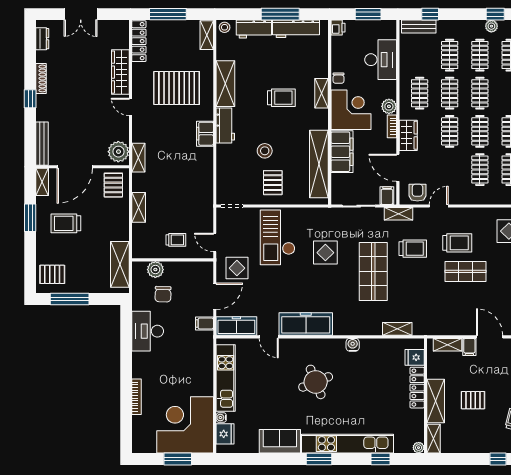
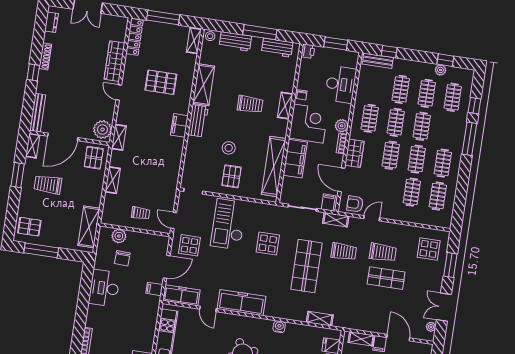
workbench: (296, 29) -> (277, 48), width x0.73
pallet: (177, 88) -> (161, 82), width x0.73, depth x0.71
armchair: (417, 193) -> (355, 204), turned -90

